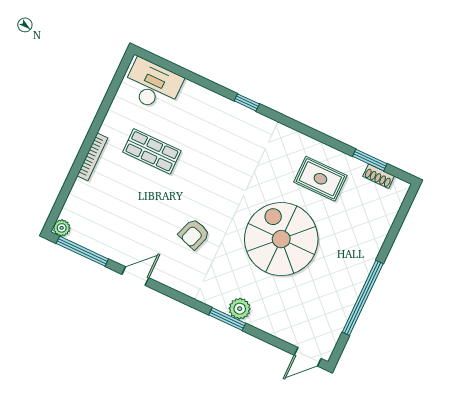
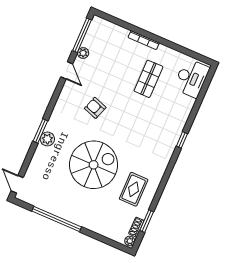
plant: (400, 187) -> (130, 241), added
plant: (62, 228) -> (83, 53), moved

